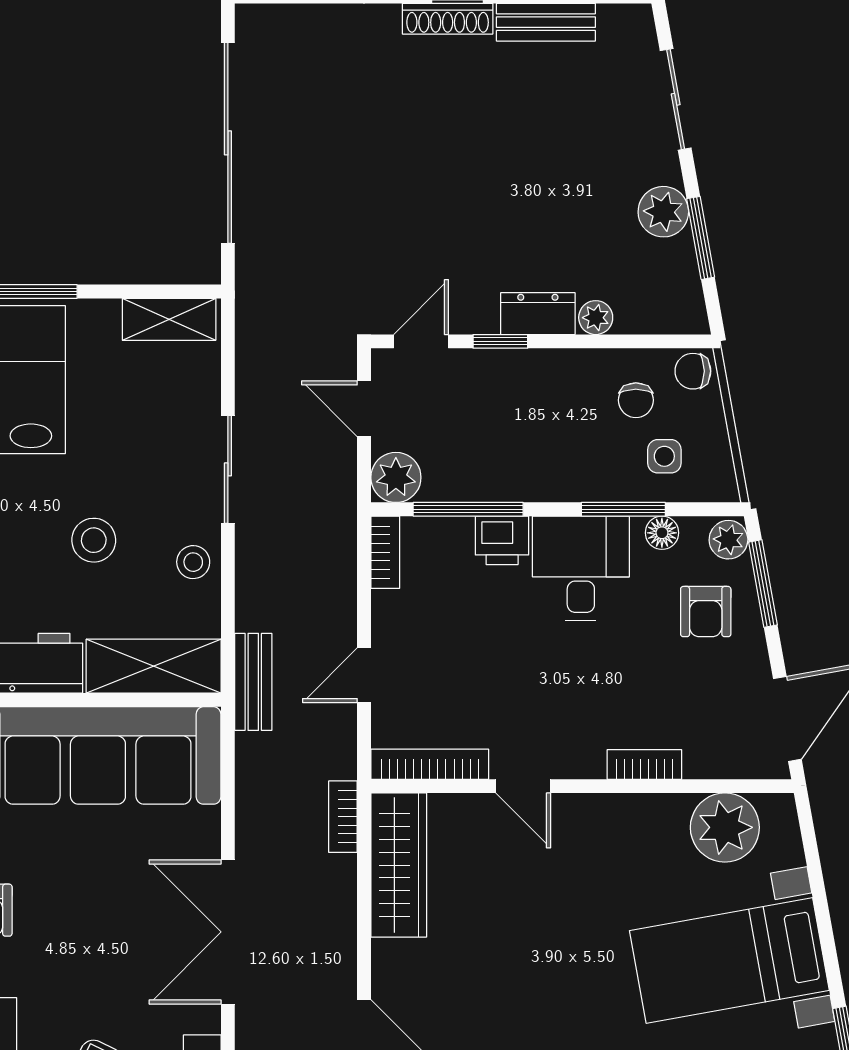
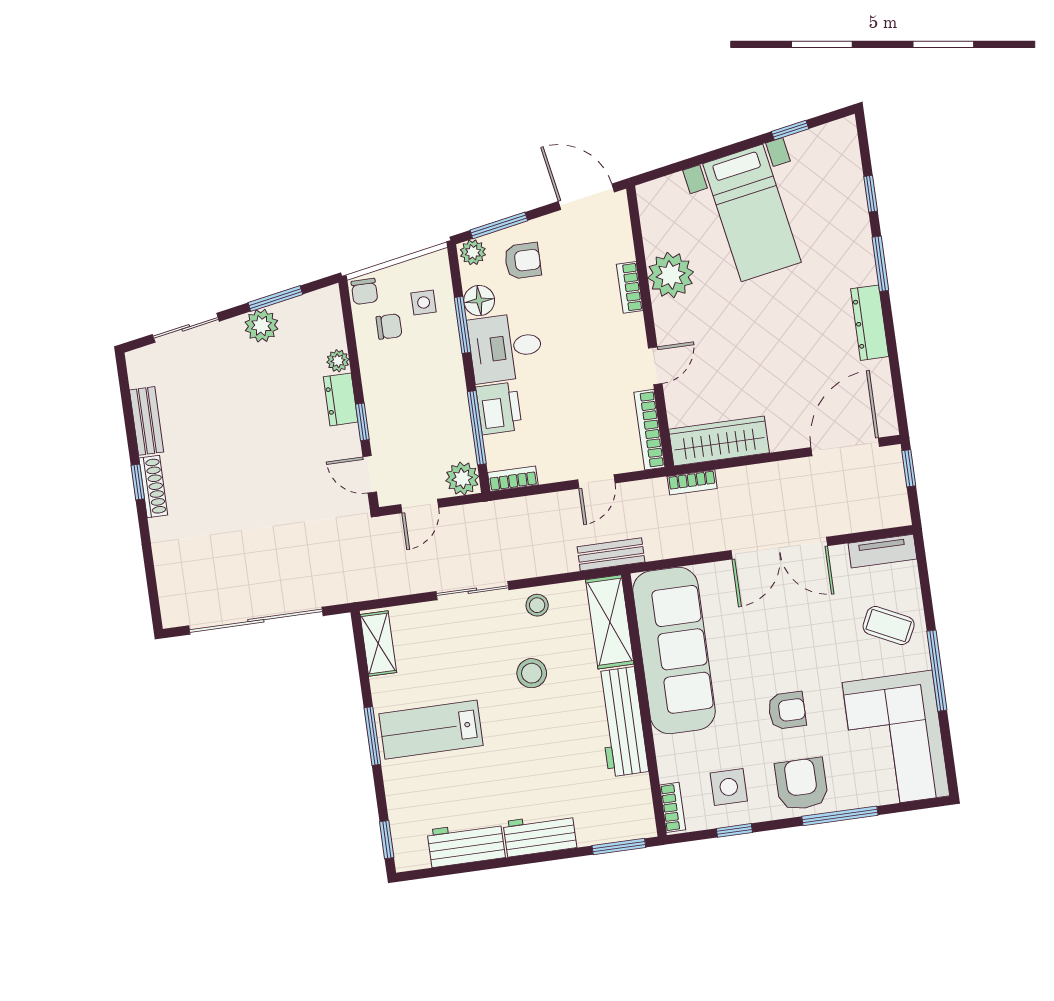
floor lamp: (662, 533) -> (479, 301), width x1.37, depth x1.37
printer: (502, 540) -> (499, 408), width x1.36, depth x1.24
door: (364, 675) -> (596, 481), hinge flipped
plant: (725, 827) -> (671, 275), moved

